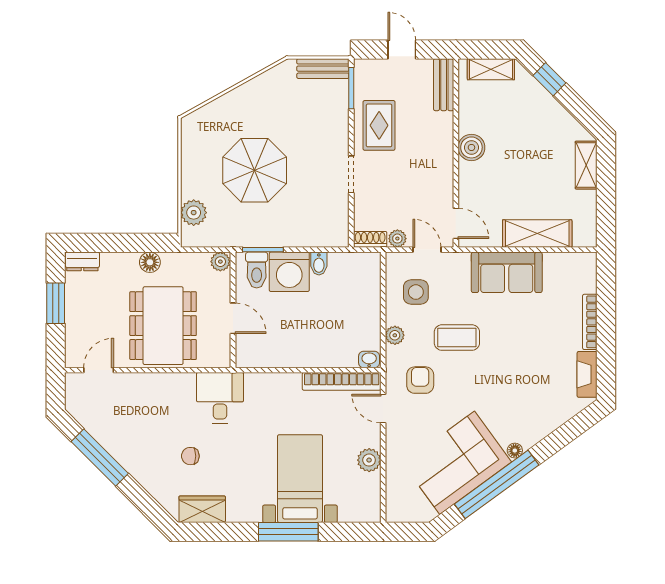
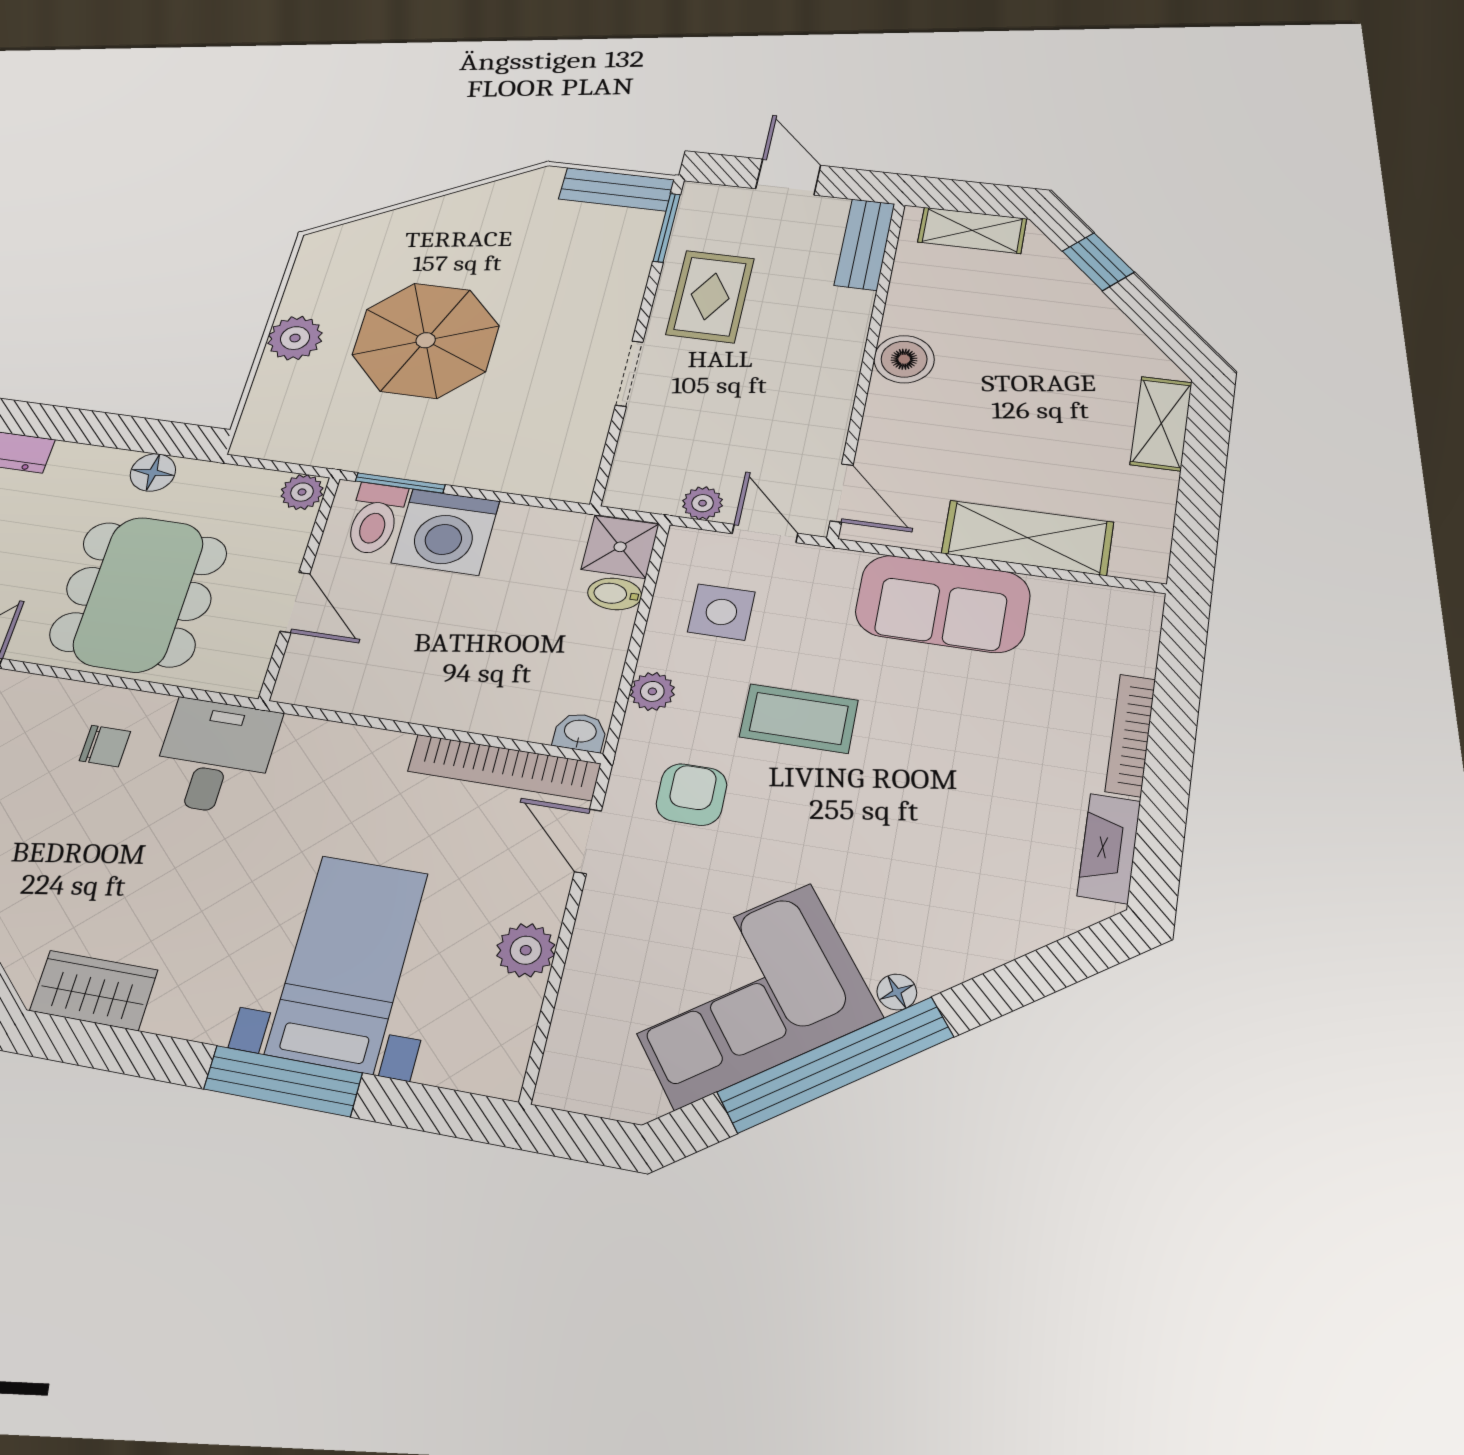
plant: (194, 213) -> (295, 338), moved
shoe rack: (370, 239) -> (641, 496), removed
bidet: (319, 264) -> (615, 594), moved, turned 90
shower: (367, 267) -> (620, 547), added
chair: (190, 456) -> (105, 746), moved, turned 180

